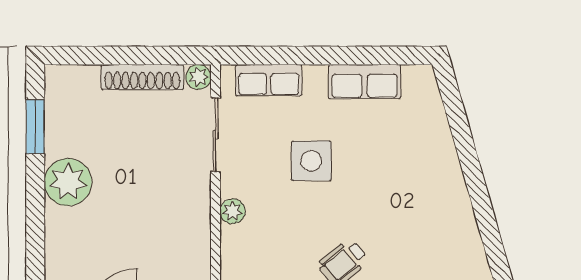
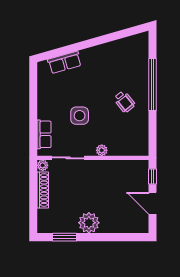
row of seats: (365, 82) -> (64, 62), moved, turned 74

